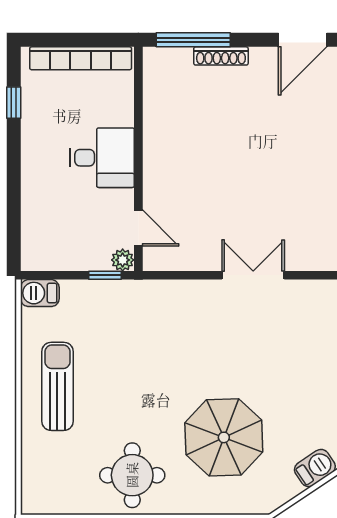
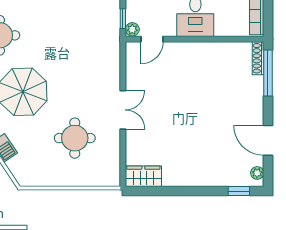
shoe rack: (221, 56) -> (258, 58), moved
round table: (299, 353) -> (75, 138), added

